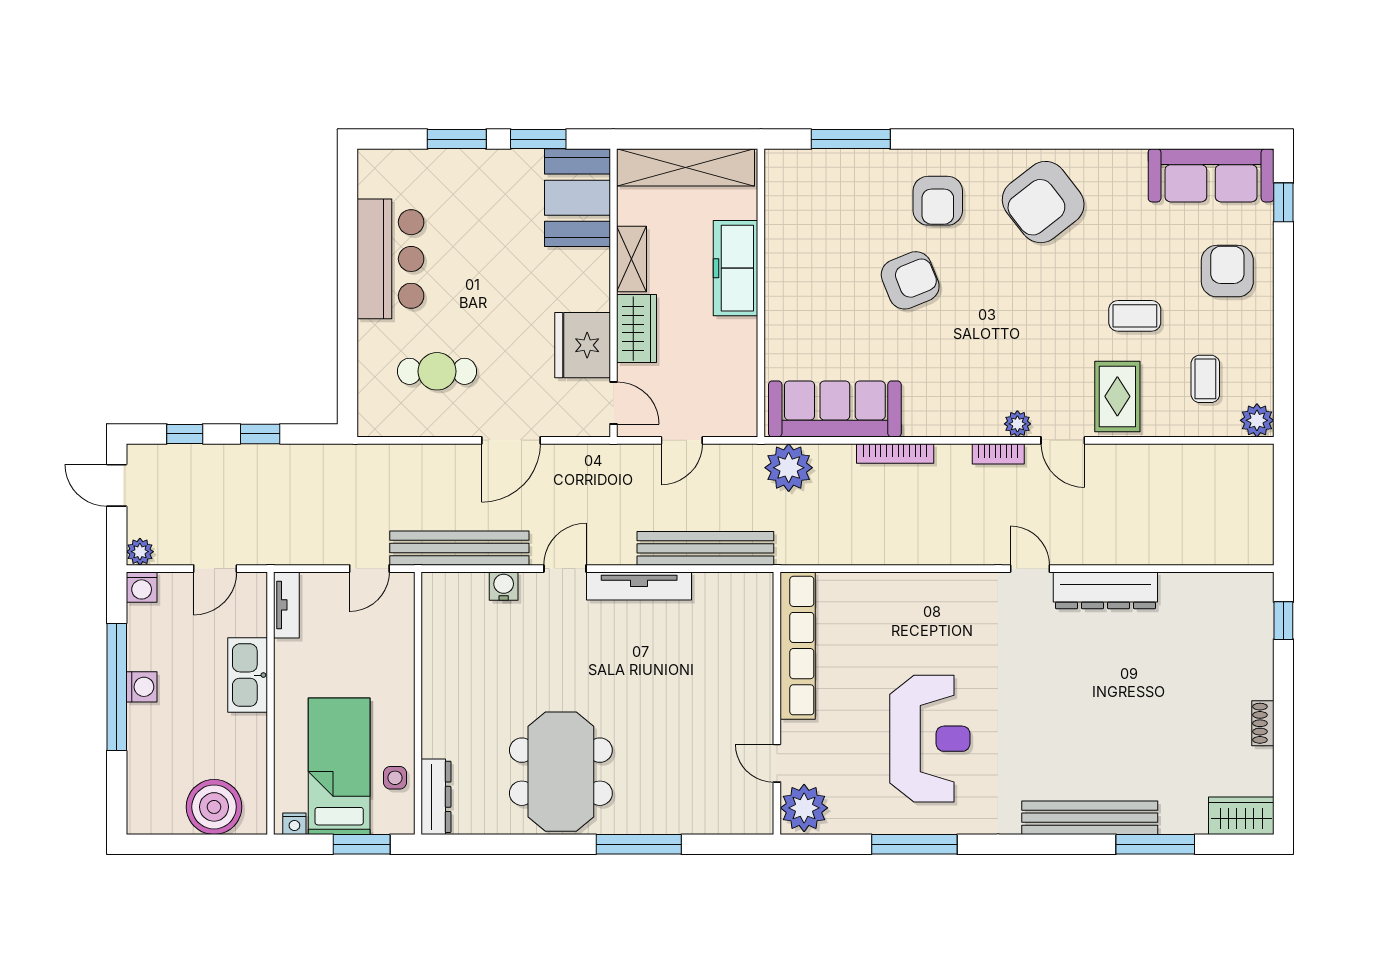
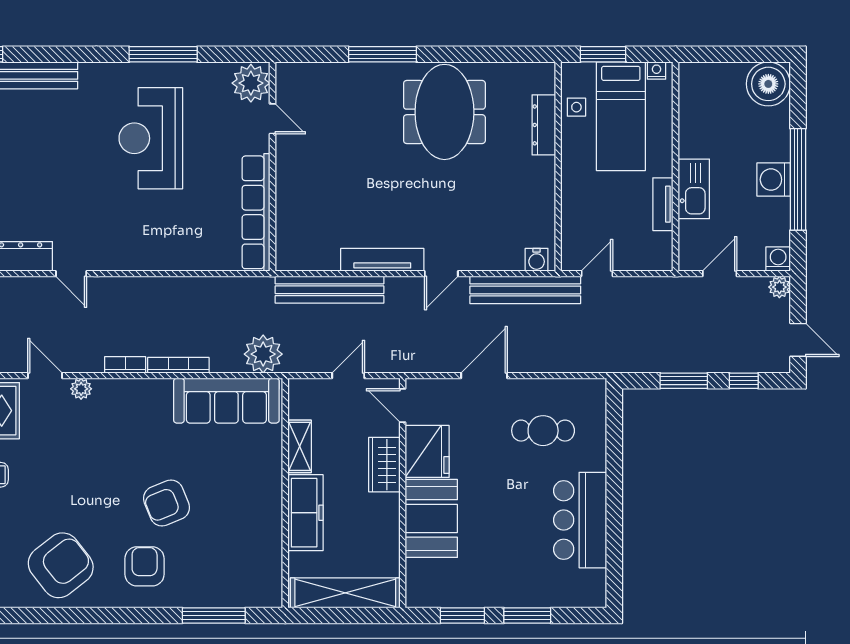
booth: (577, 198) -> (431, 518), moved
shelving: (631, 259) -> (300, 446), moved
window: (260, 434) -> (684, 381), width x1.50
bookcase: (998, 454) -> (125, 365), moved
water cooler: (504, 586) -> (537, 260), moved
tv unit: (286, 605) -> (663, 204), moved
washing machine: (142, 687) -> (774, 180), width x1.38, depth x1.38
dresser: (436, 797) -> (544, 125), moved
boiler: (214, 807) -> (768, 84), moved

